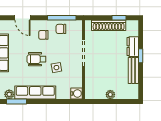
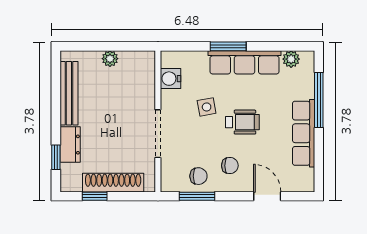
window: (62, 18) -> (197, 196), width x0.69
window: (141, 56) -> (56, 157), moved
bench: (133, 71) -> (69, 93), width x1.36
water cooler: (77, 93) -> (171, 79), moved
window: (17, 101) -> (228, 46), moved

